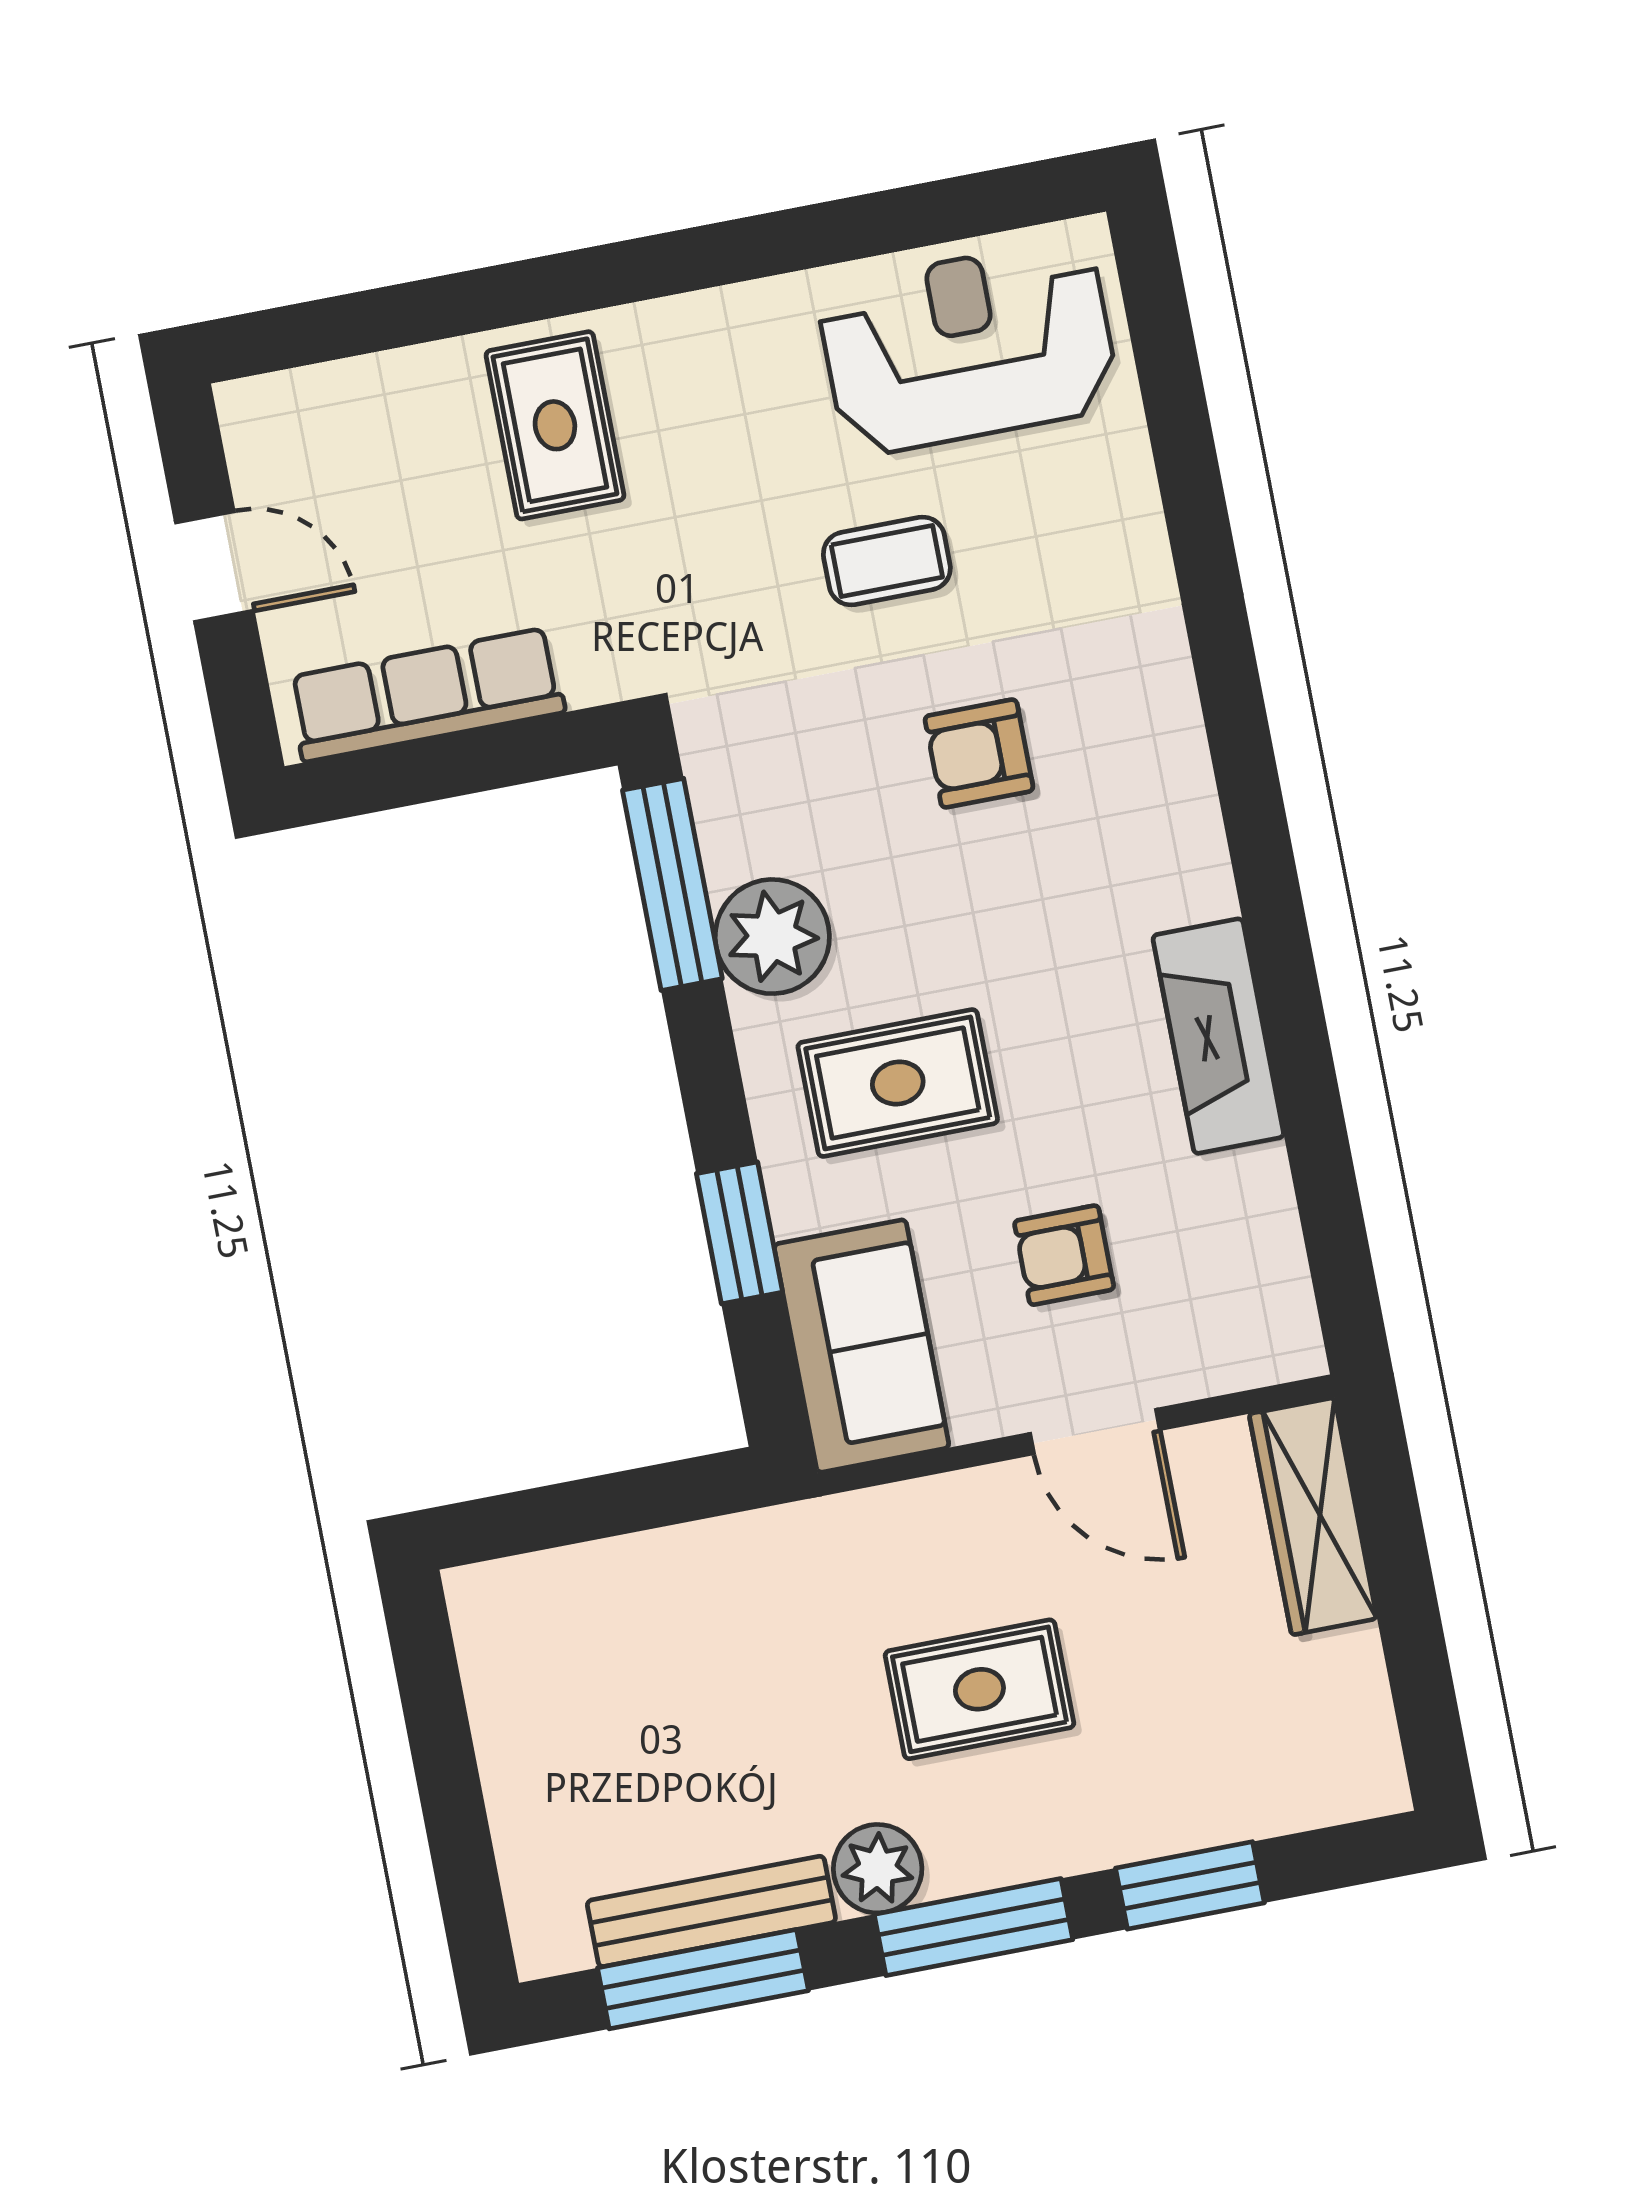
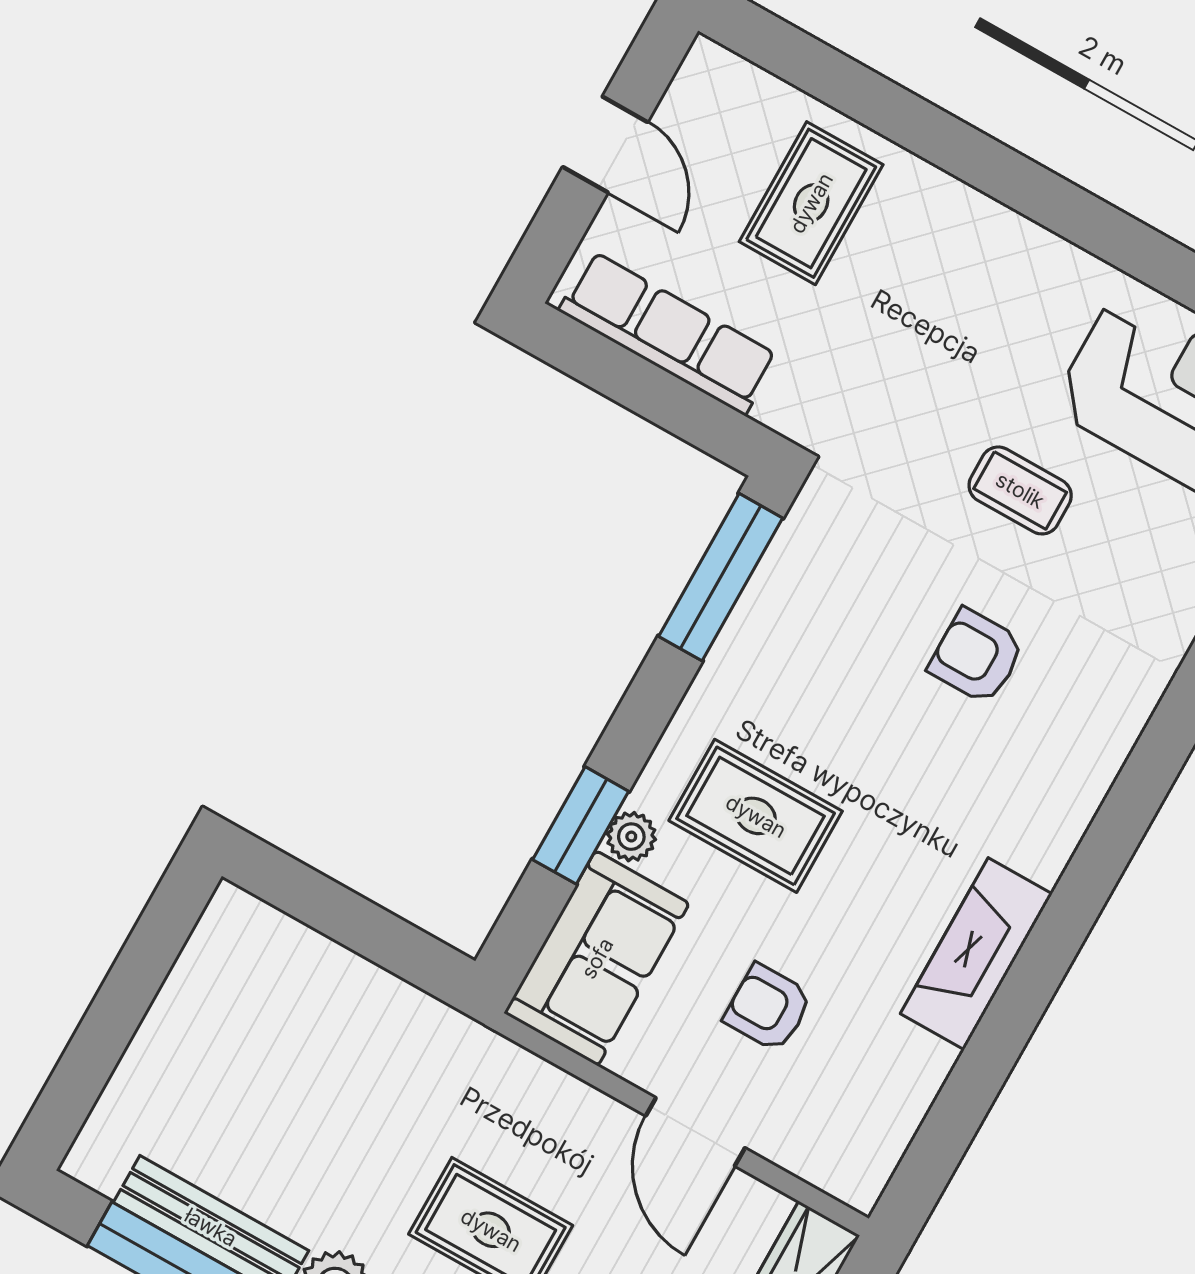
rug: (555, 425) -> (811, 203), moved
plant: (772, 937) -> (631, 837), moved, width x0.53, depth x0.53

